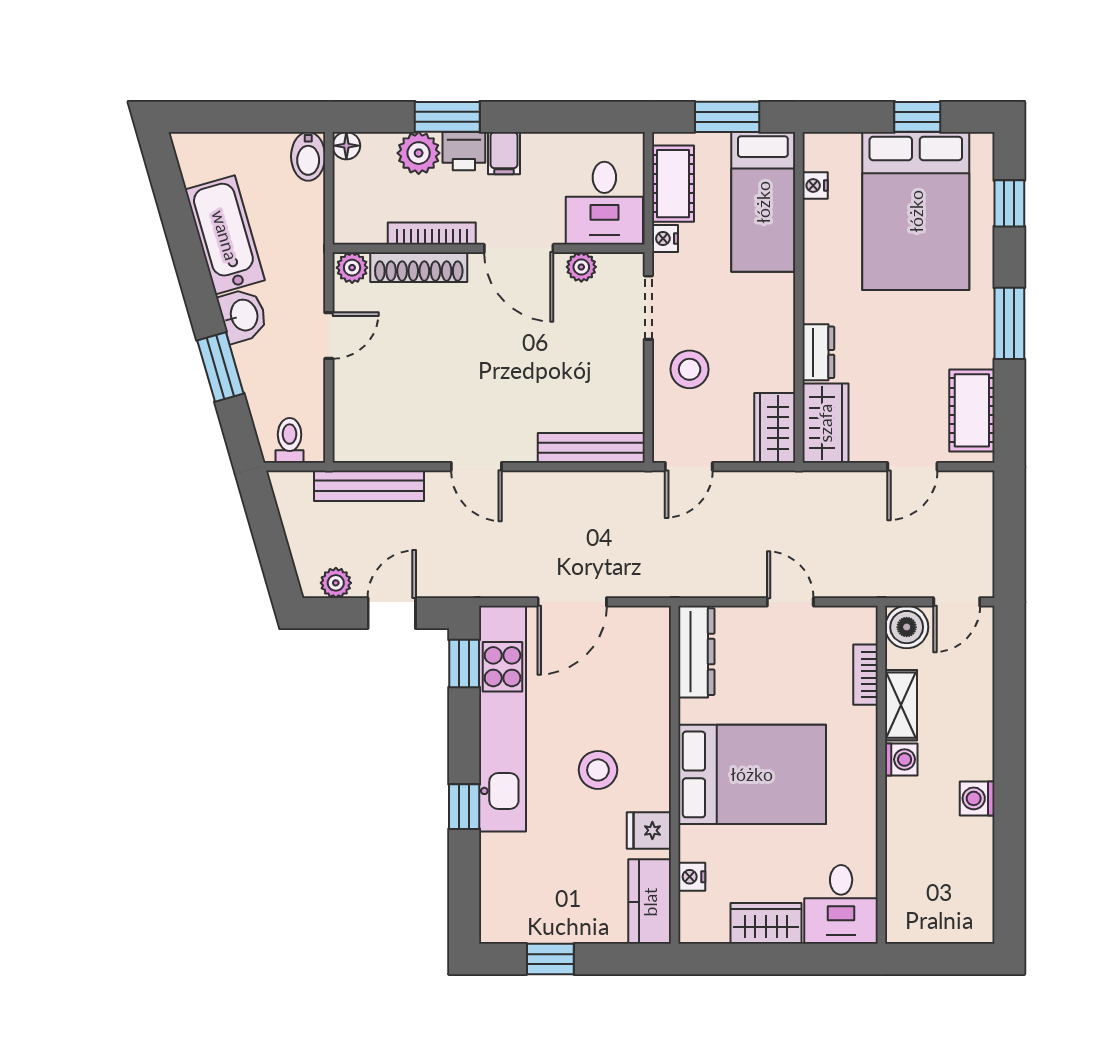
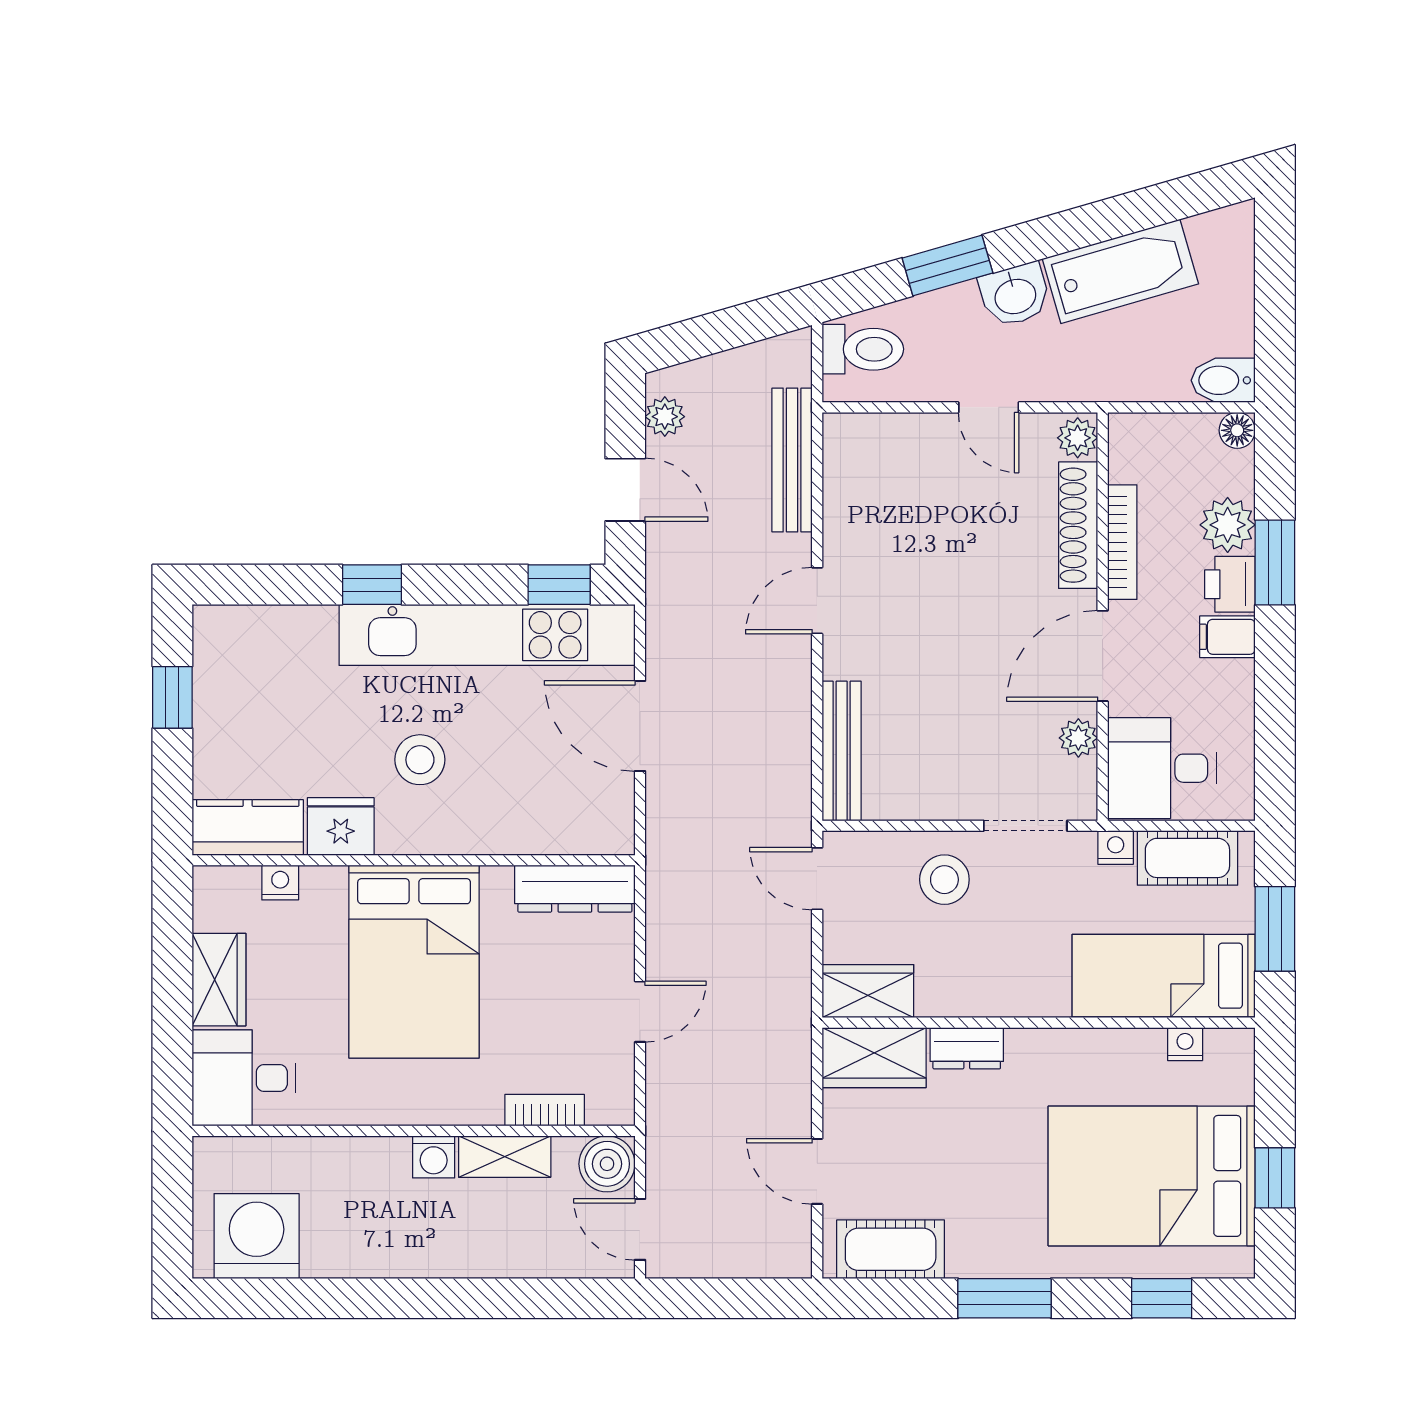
toilet: (290, 440) -> (863, 349), width x1.37, depth x1.39
washing machine: (977, 798) -> (257, 1236), moved, width x1.89, depth x1.89
fridge: (649, 830) -> (341, 826), width x1.38

